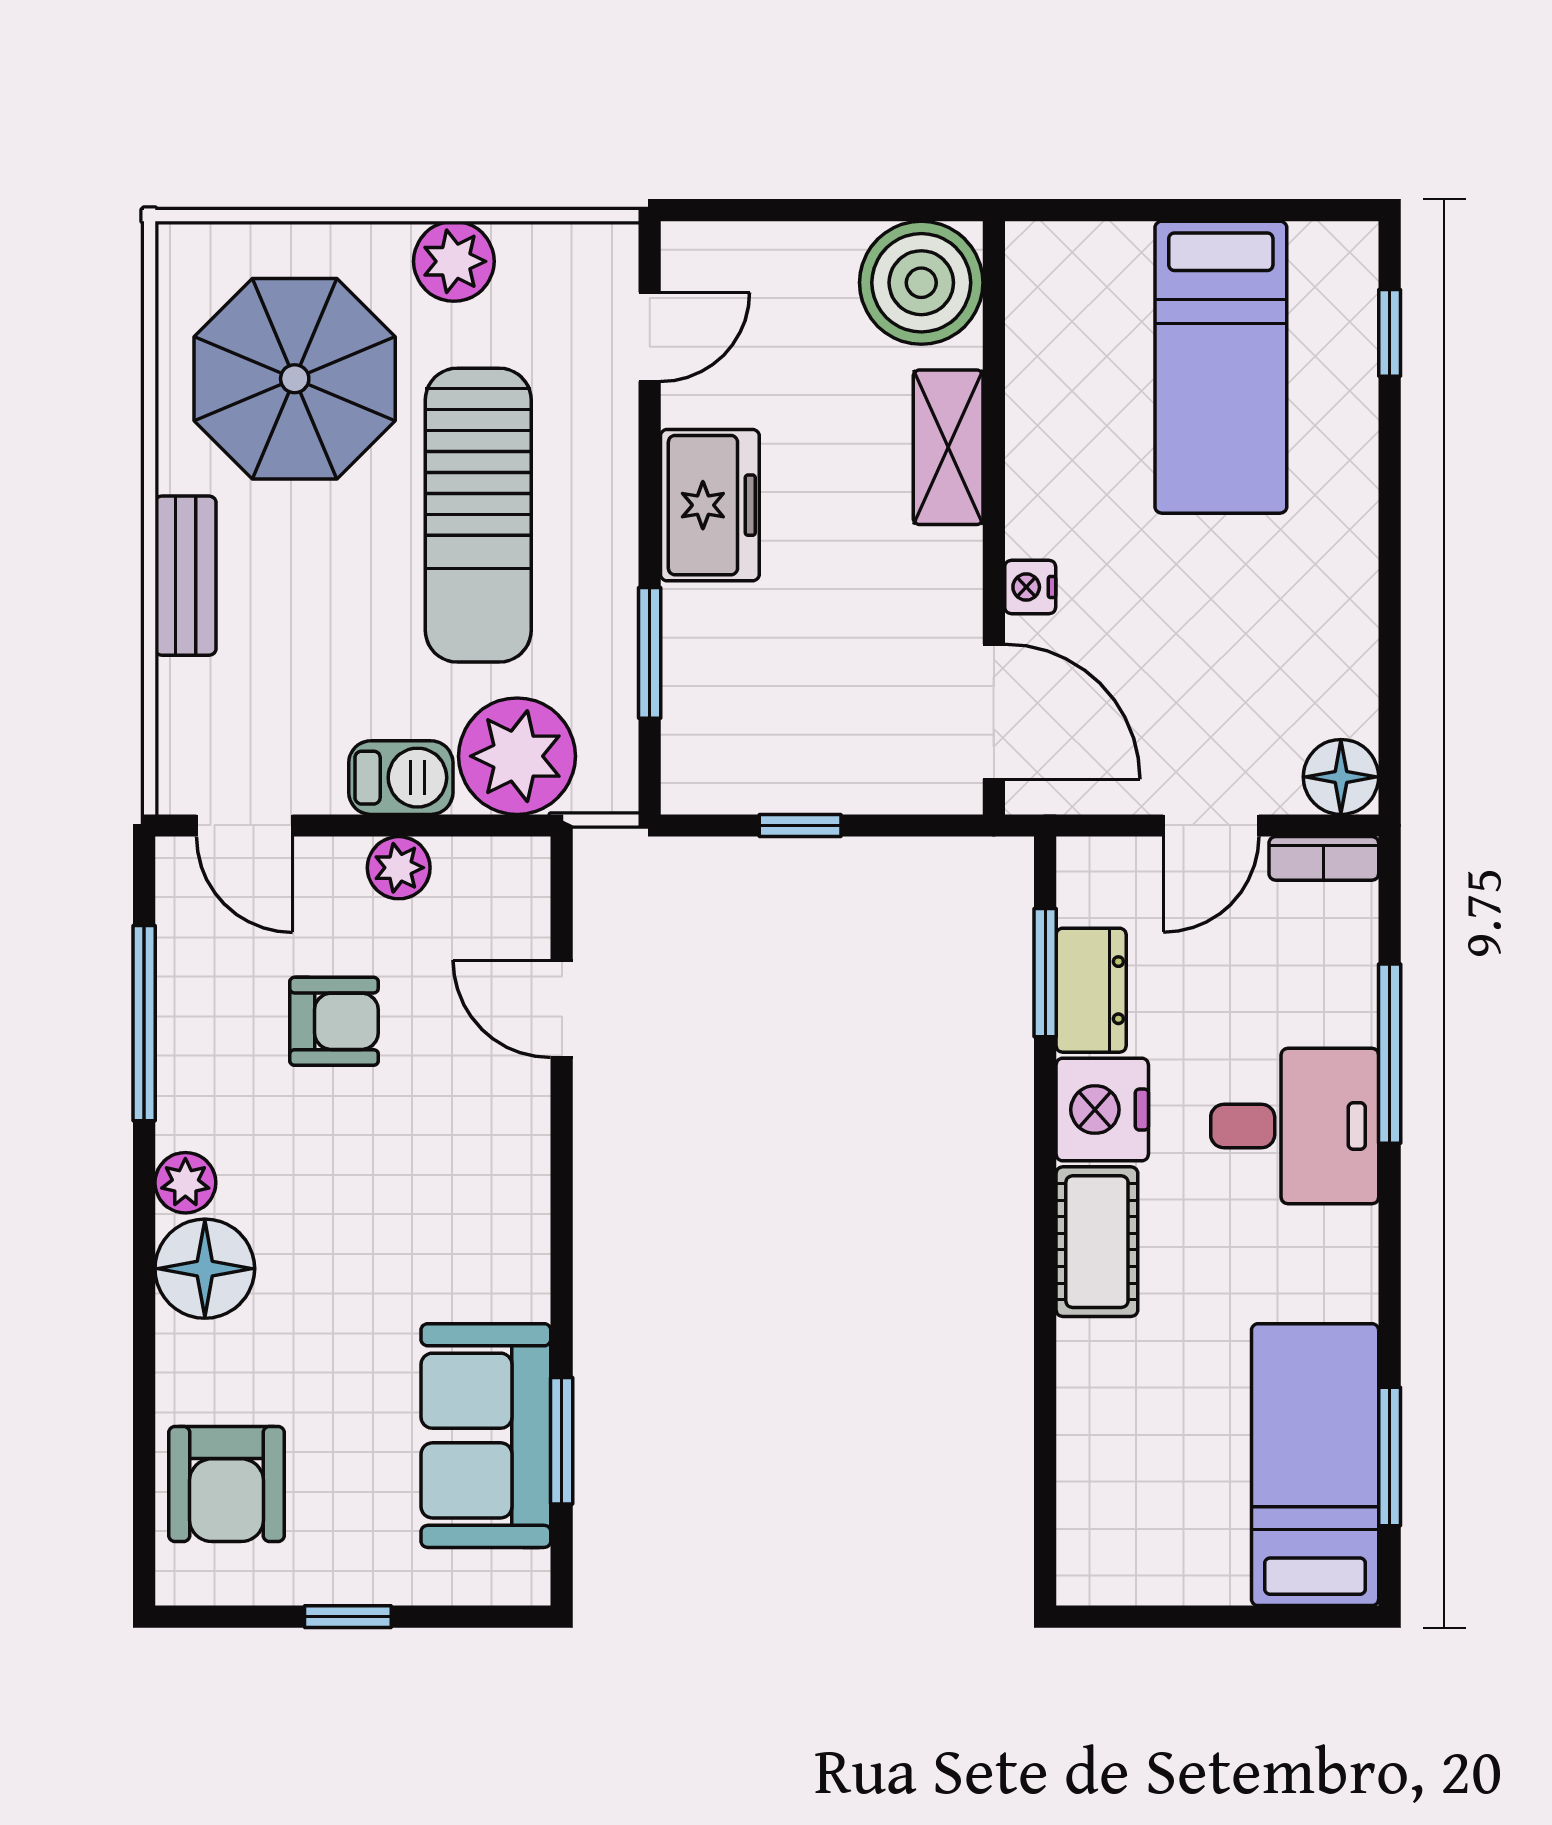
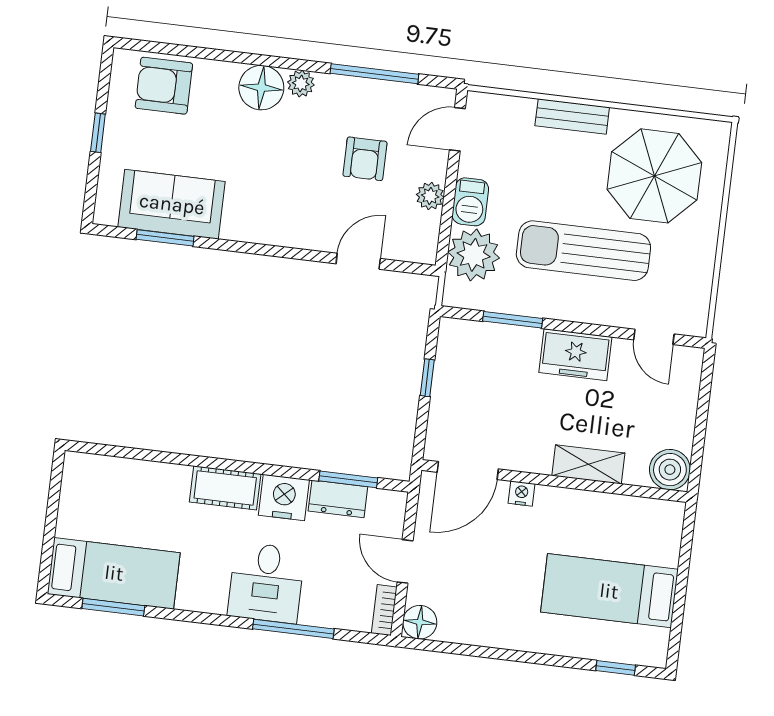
plant: (454, 261) -> (698, 253), removed
boiler: (921, 283) -> (670, 470), width x0.73, depth x0.73

